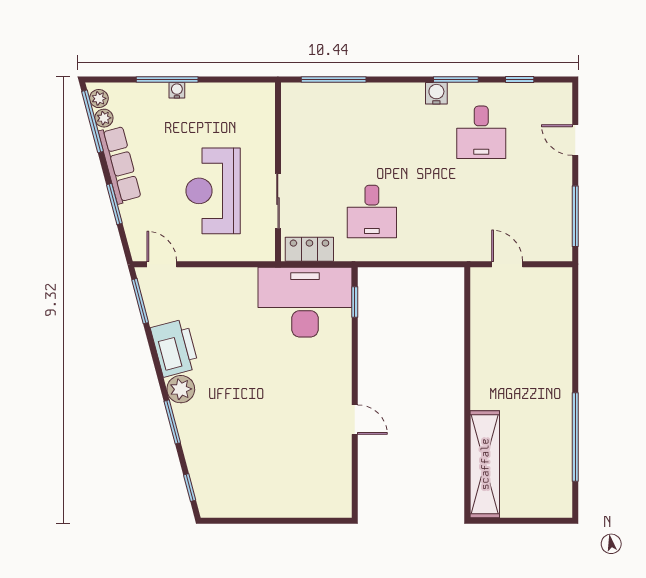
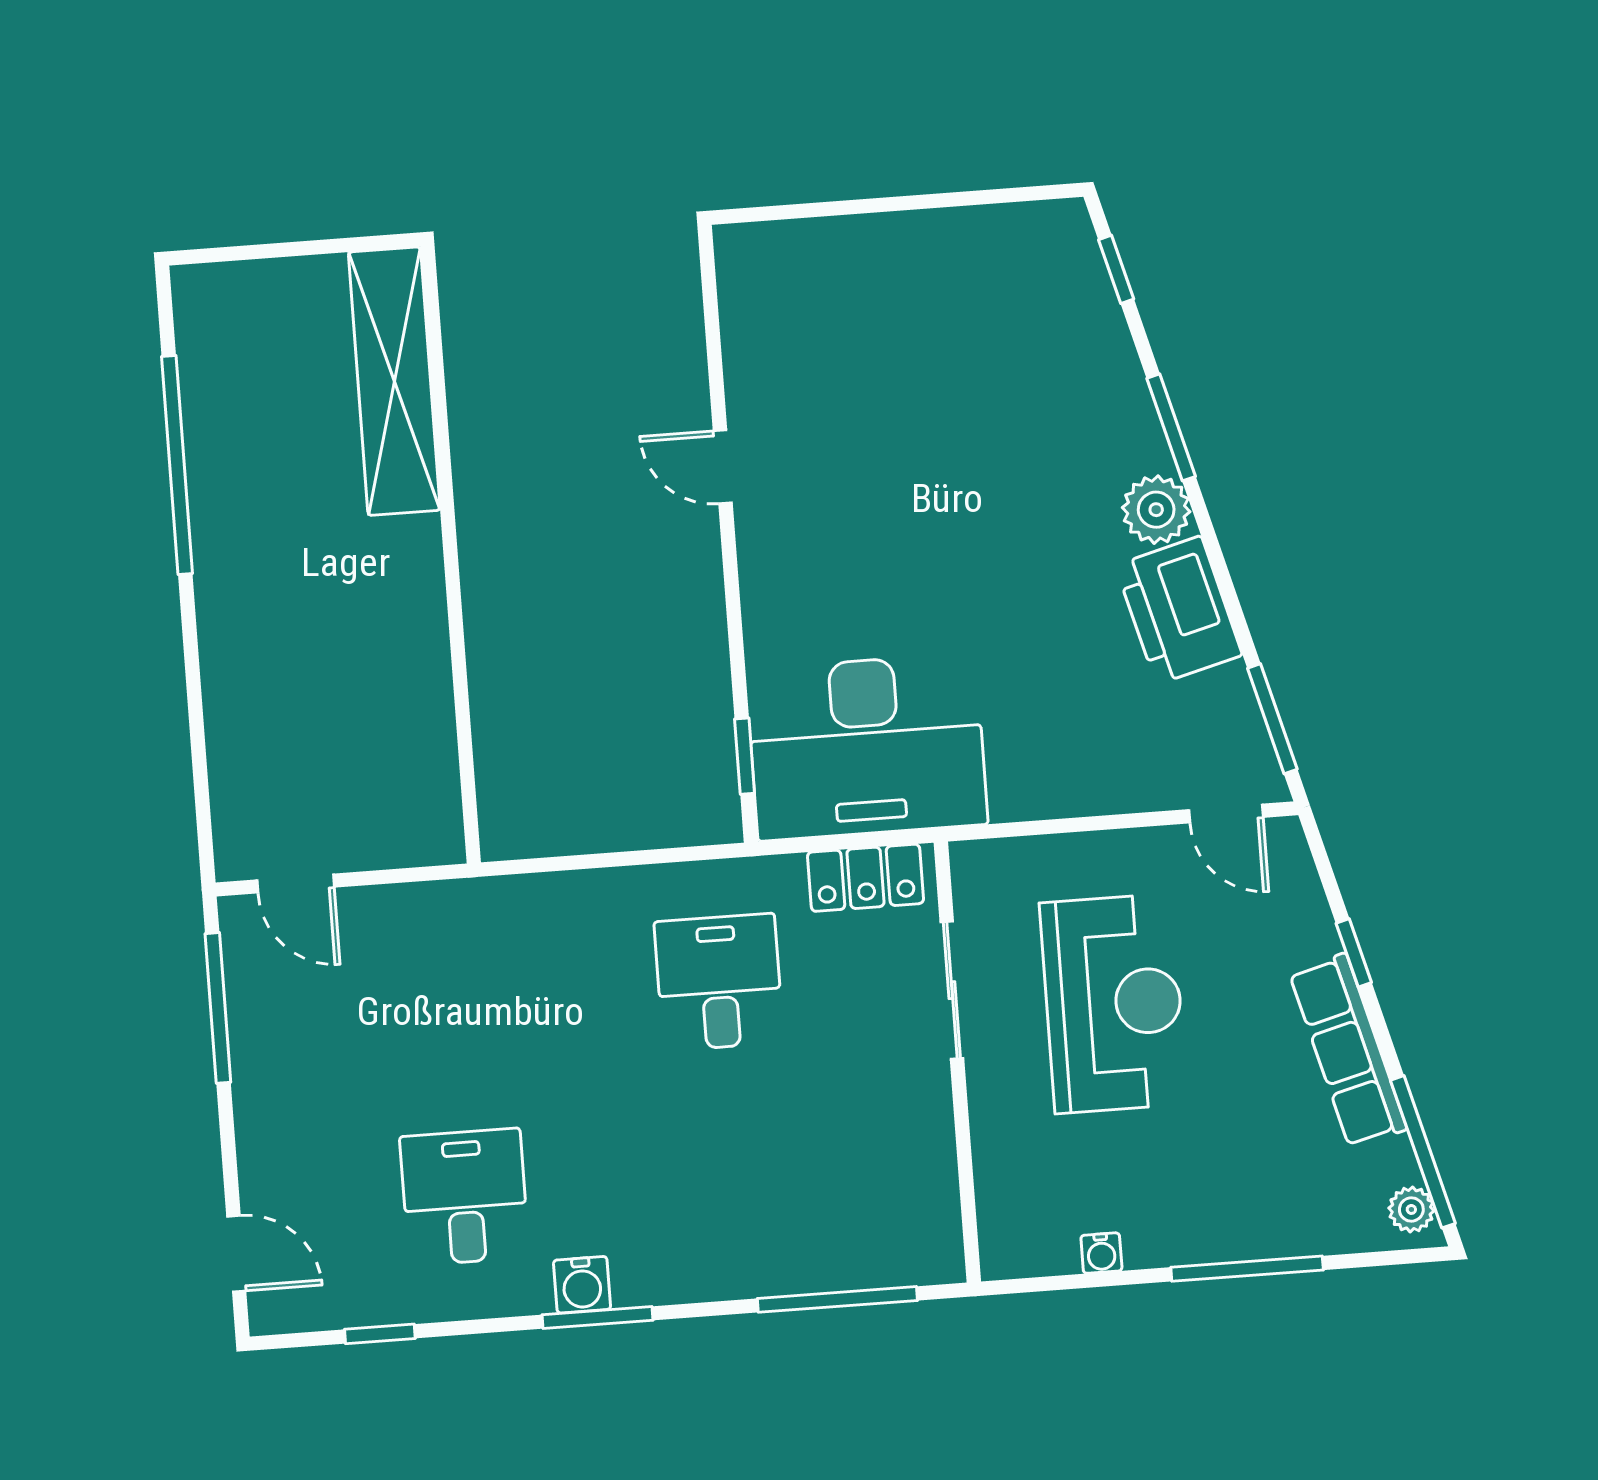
window: (456, 80) -> (598, 1317), moved
water cooler: (177, 90) -> (1101, 1253), moved
plant: (104, 118) -> (1395, 1162), removed
door: (575, 140) -> (236, 1254), moved
window: (114, 204) -> (1354, 953), width x0.67
door: (507, 264) -> (296, 883), moved

